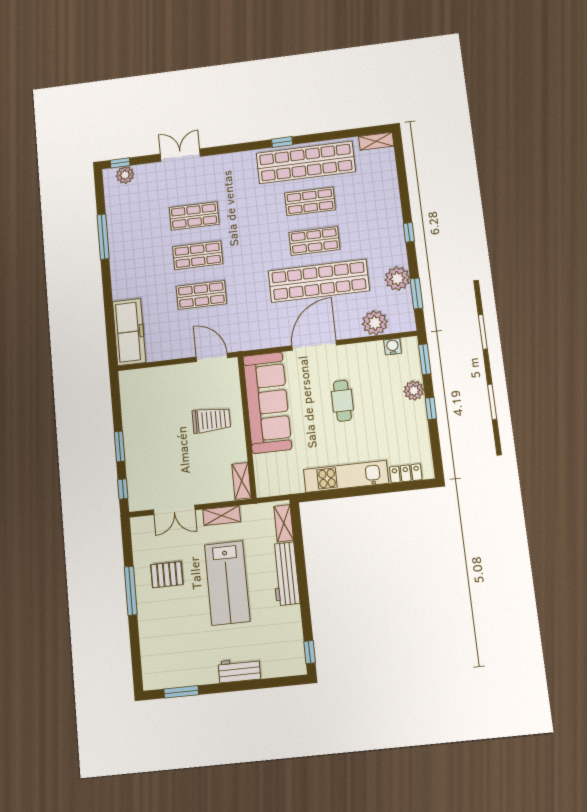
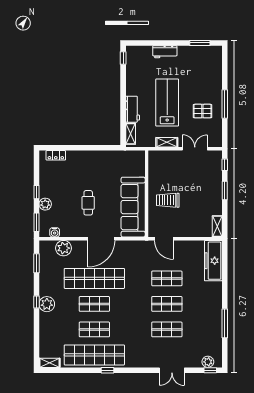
plant: (397, 279) -> (47, 304), moved
kitchen unit: (346, 476) -> (91, 157), removed
shelving: (242, 481) -> (217, 226), moved
workbench: (285, 574) -> (133, 109), width x0.73

